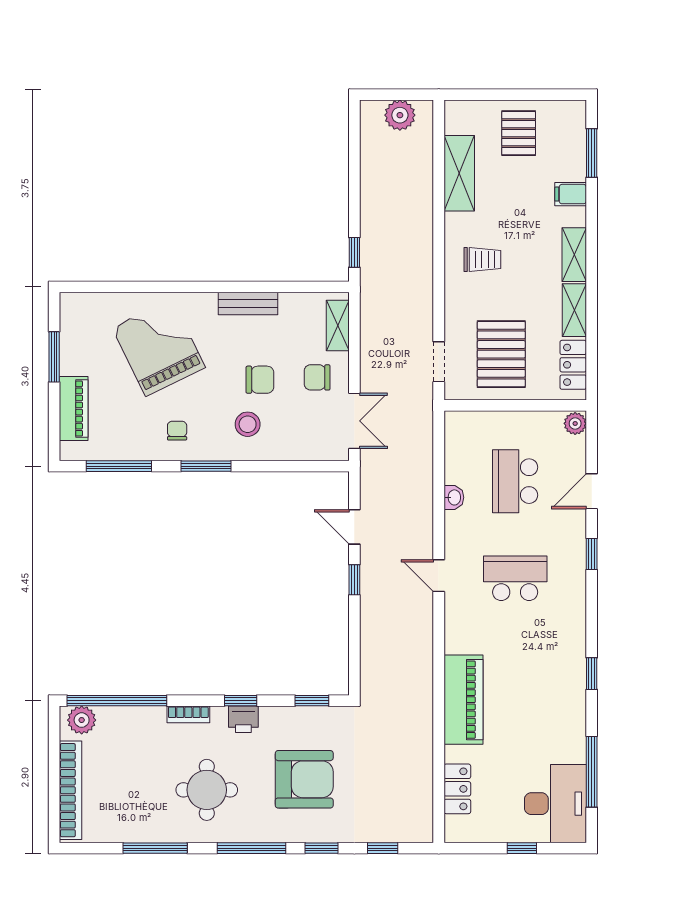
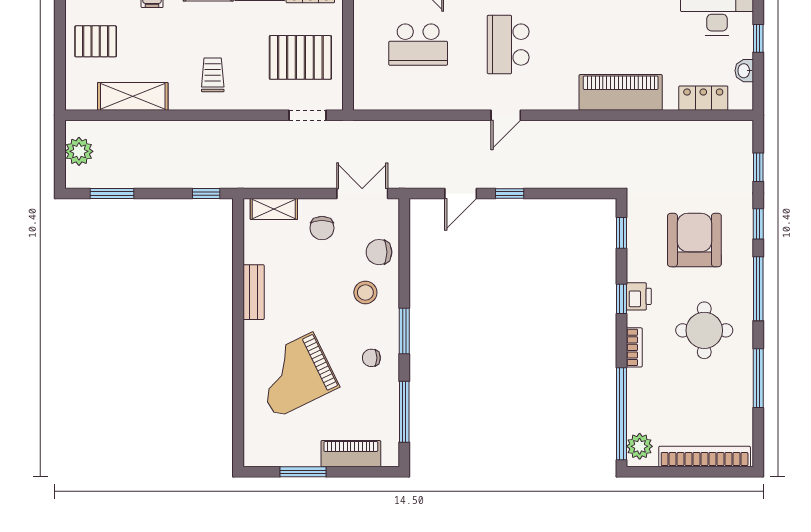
window: (354, 151) -> (112, 193), added
chair: (260, 380) -> (379, 252), moved, turned -90
washbasin: (454, 497) -> (744, 71), moved, turned -90

